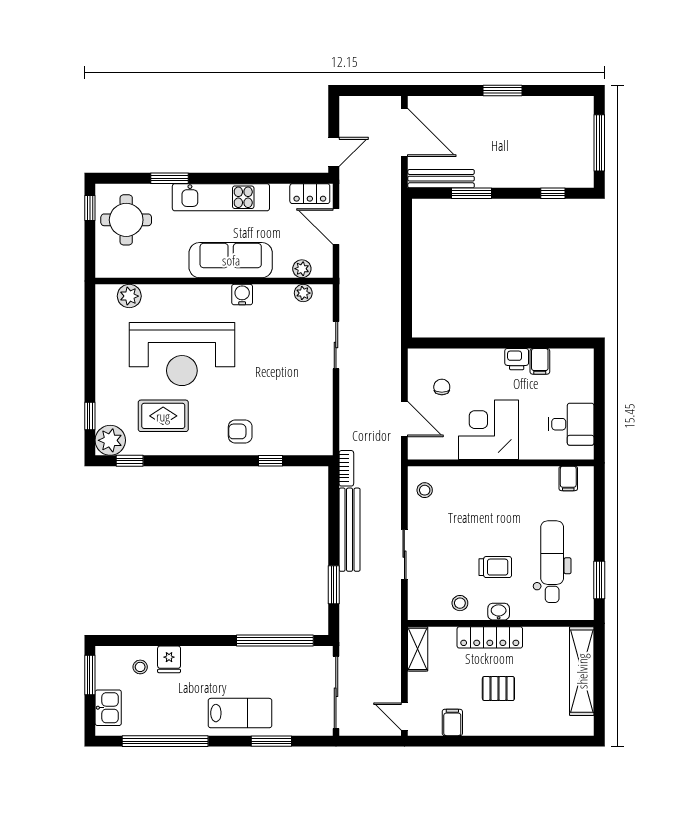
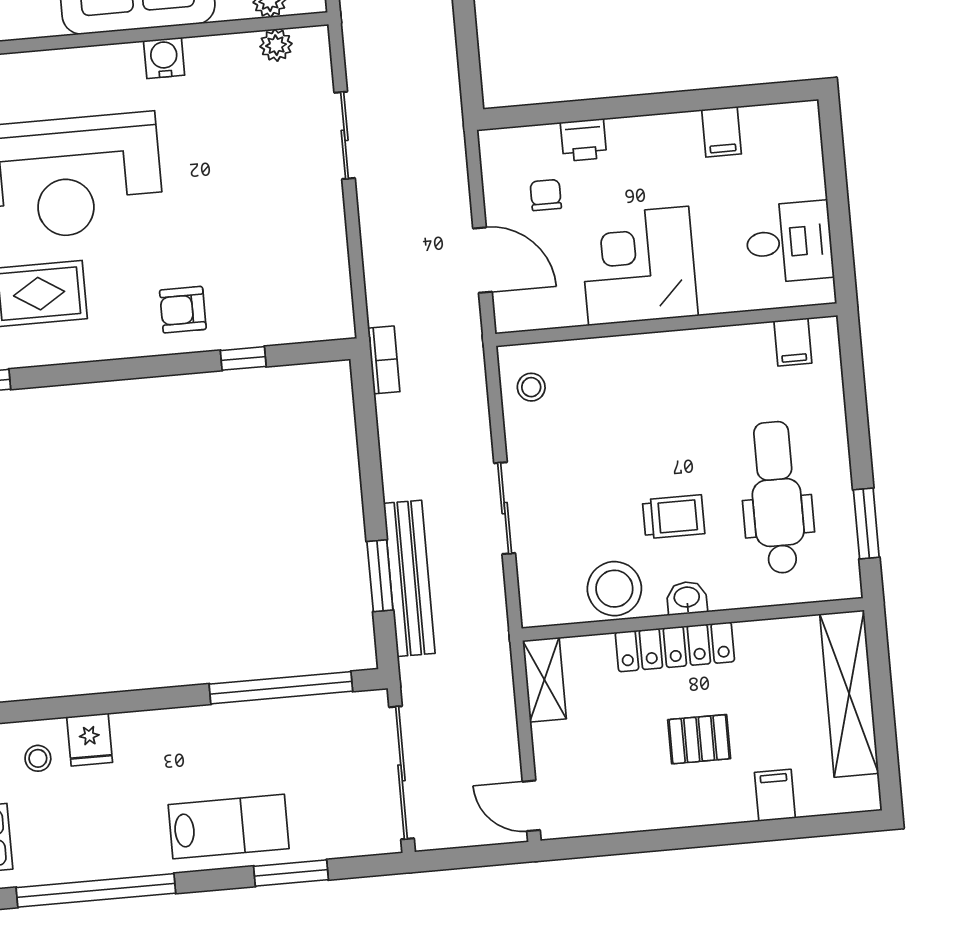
printer: (517, 359) -> (584, 140), moved
bench: (350, 530) -> (409, 578), moved
stool: (460, 603) -> (614, 589), width x1.89, depth x1.89
filing cabinet: (452, 722) -> (775, 795), moved

